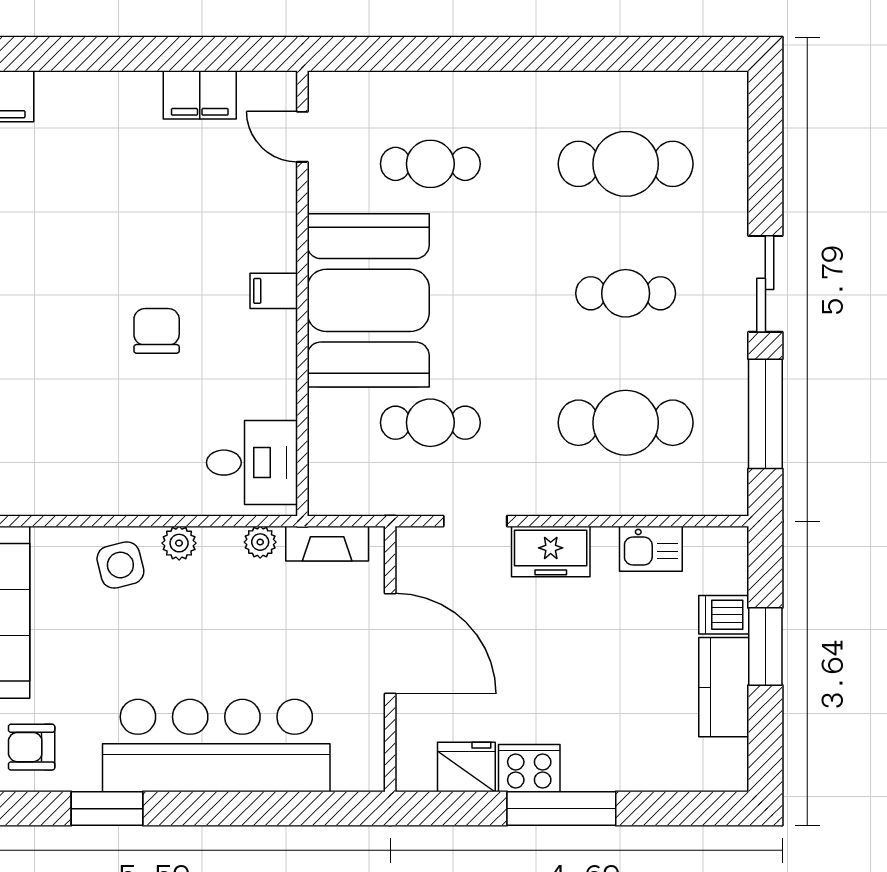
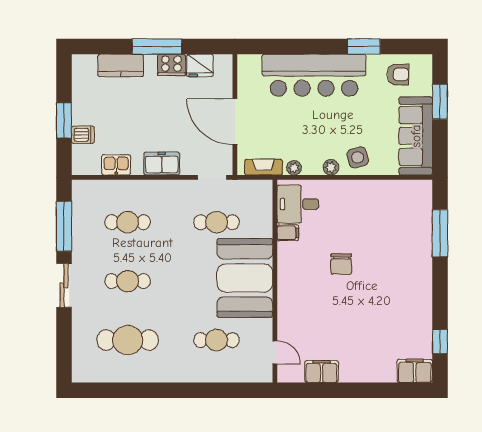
filing cabinet: (274, 291) -> (288, 233), moved
cafe table: (626, 423) -> (128, 222), width x0.73, depth x0.74
doorway: (475, 521) -> (212, 177), moved
kitchen counter: (724, 687) -> (121, 65), moved, turned 90

